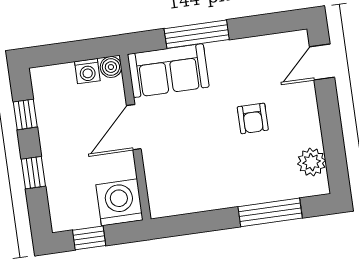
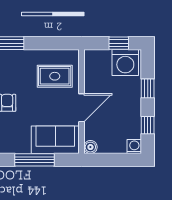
washing machine: (87, 71) -> (134, 147), moved
rug: (183, 171) -> (55, 76), added
washing machine: (119, 202) -> (125, 62), moved

